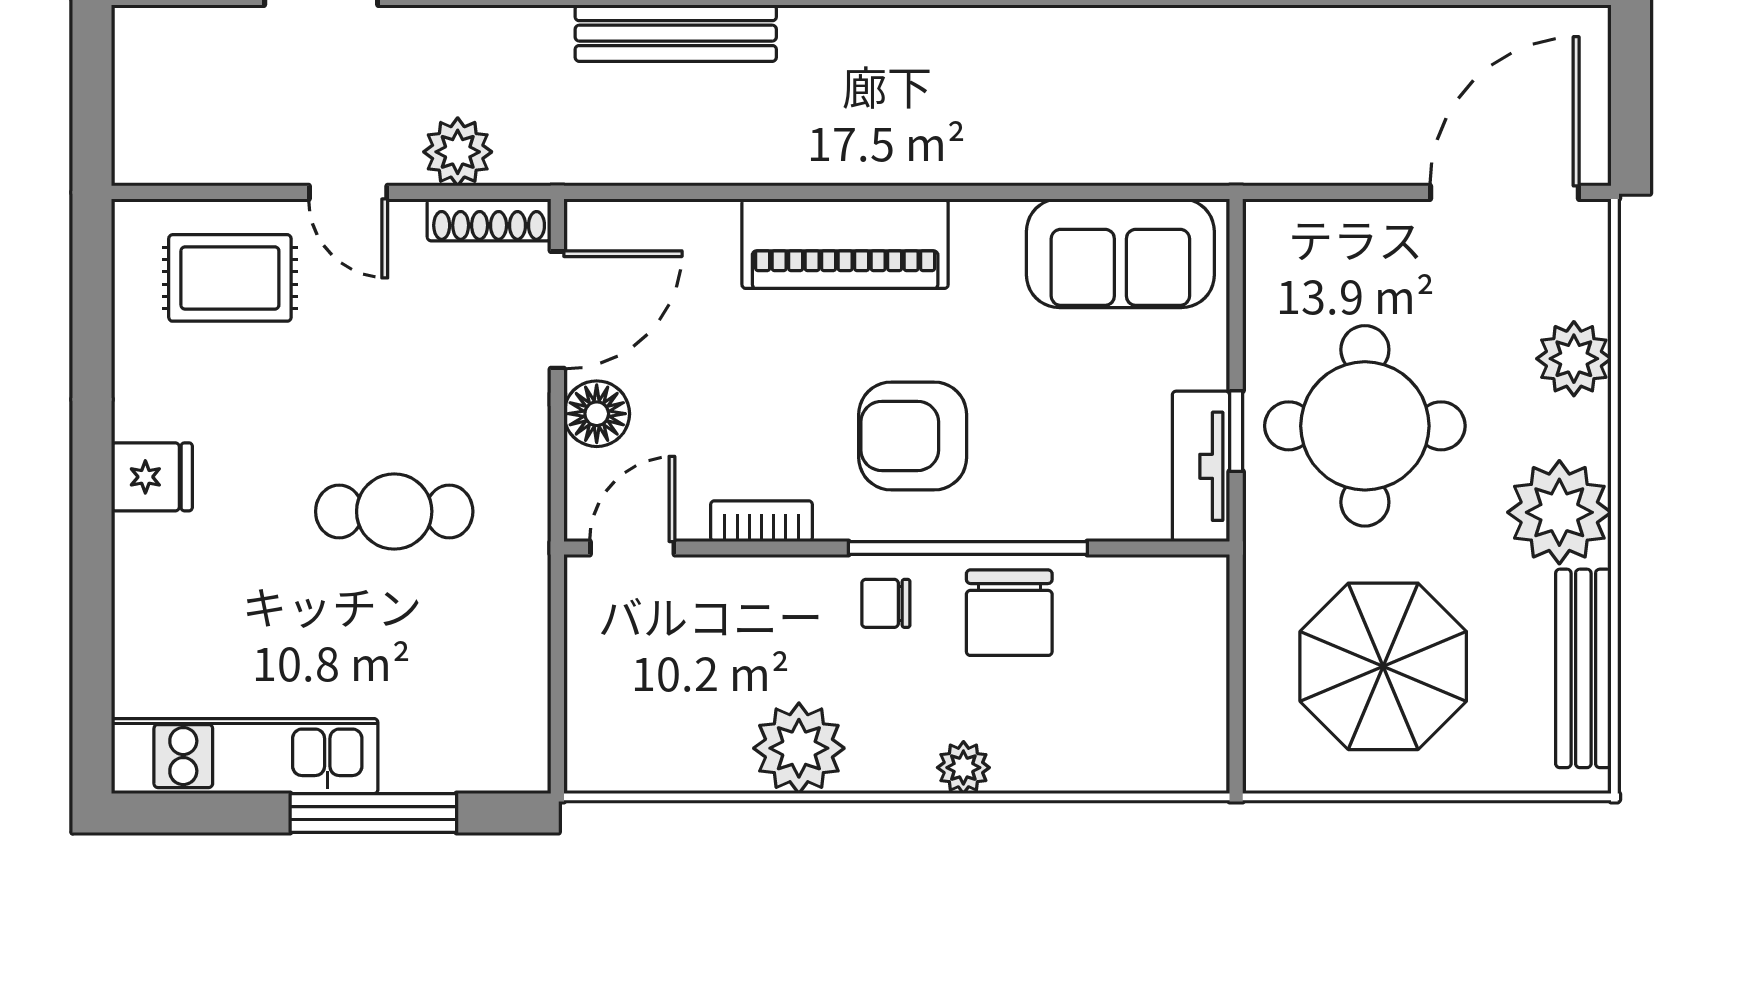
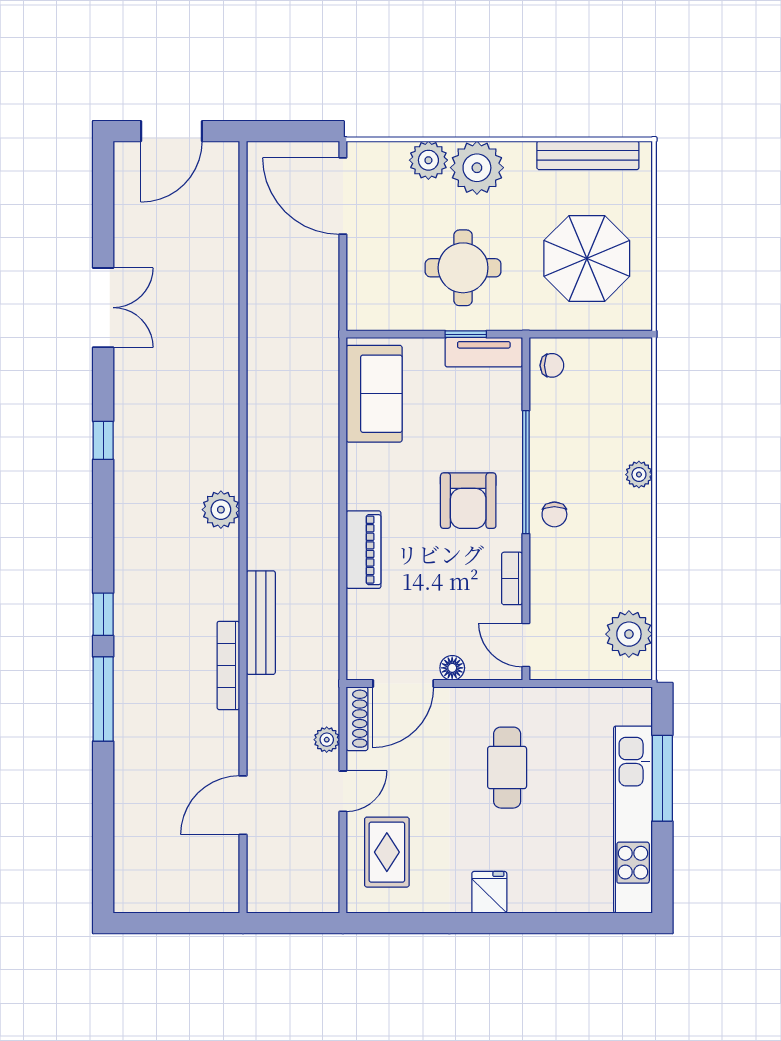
plant: (458, 152) -> (327, 740), width x0.73, depth x0.73
piano: (845, 244) -> (364, 550), width x0.73, depth x0.75
door: (557, 310) -> (403, 684), swing flipped
floor lamp: (597, 414) -> (452, 668), width x0.73, depth x0.73
round table: (1365, 426) -> (463, 268), width x0.73, depth x0.73
plant: (1559, 512) -> (477, 168), moved
chair: (1009, 613) -> (552, 365), moved, width x0.54, depth x0.54
plant: (799, 748) -> (629, 634), moved
kitchen unit: (245, 756) -> (633, 820), width x1.36

